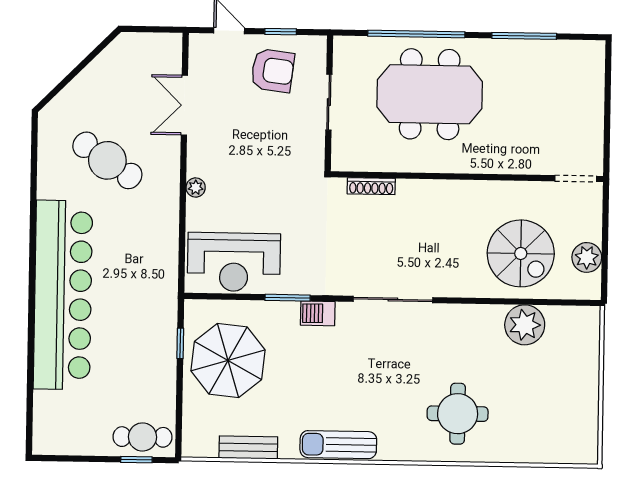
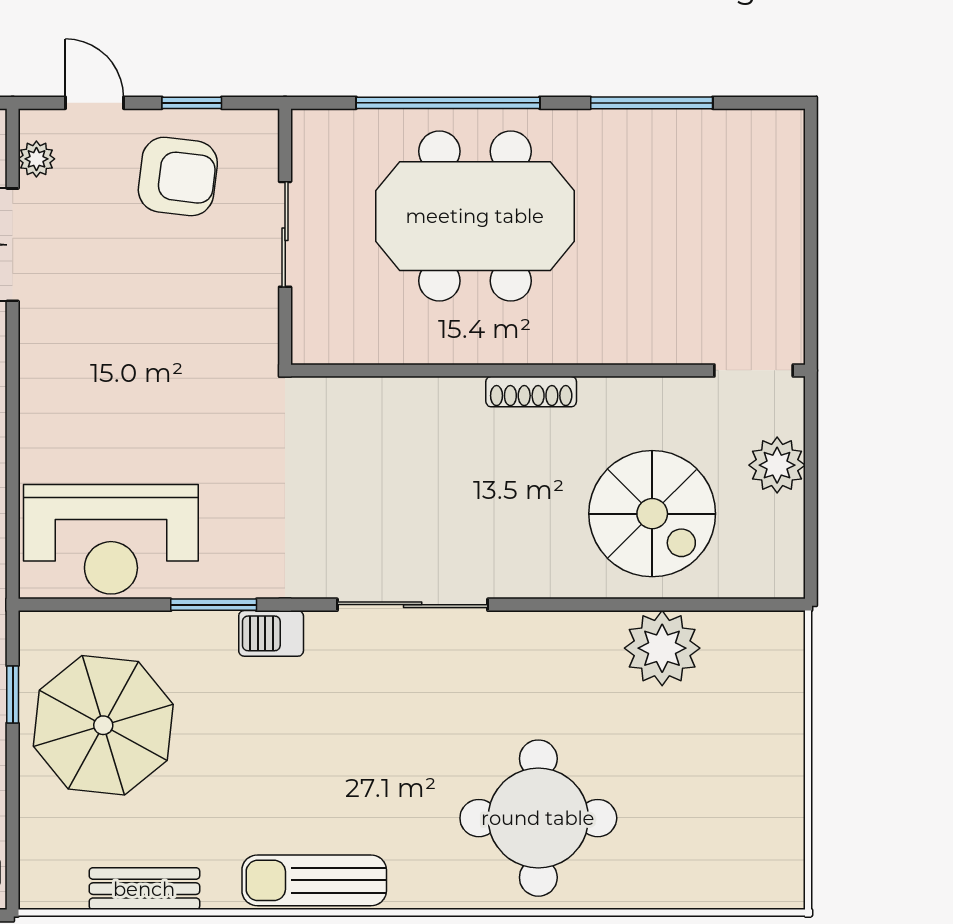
shoe rack: (371, 186) -> (531, 392), moved
plant: (196, 187) -> (36, 159), moved
plant: (587, 257) -> (777, 465), moved
round table: (458, 414) -> (538, 818), width x1.36, depth x1.36

